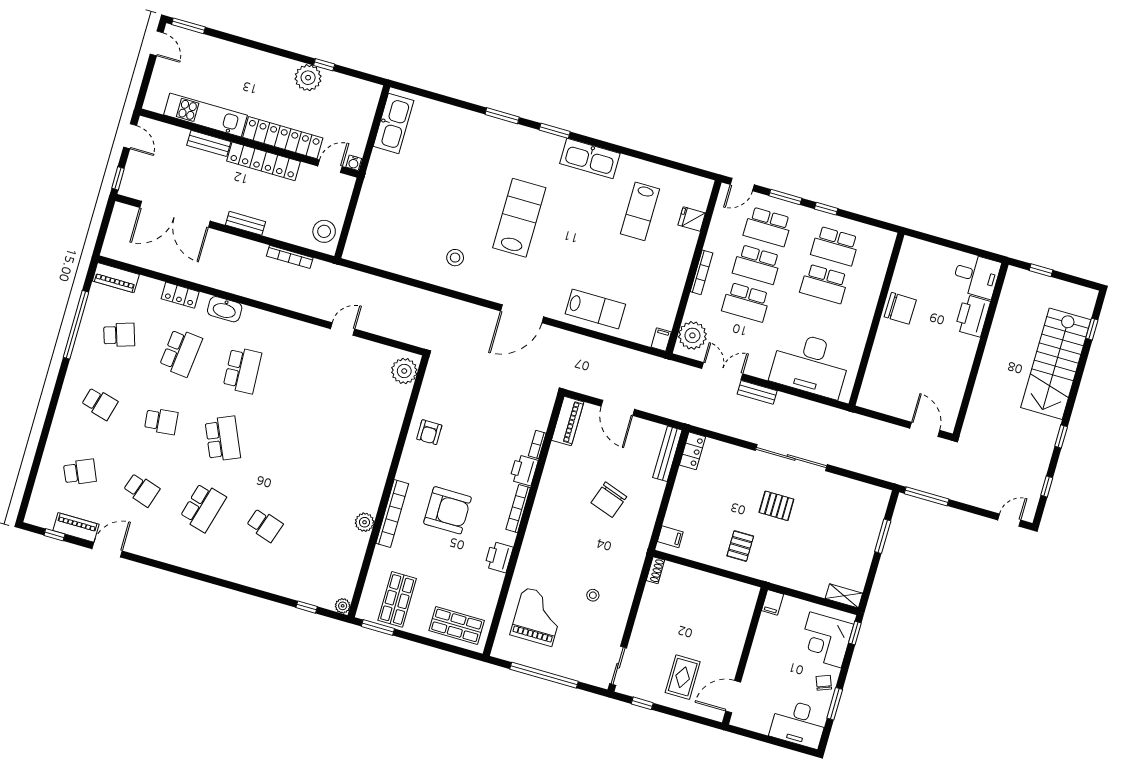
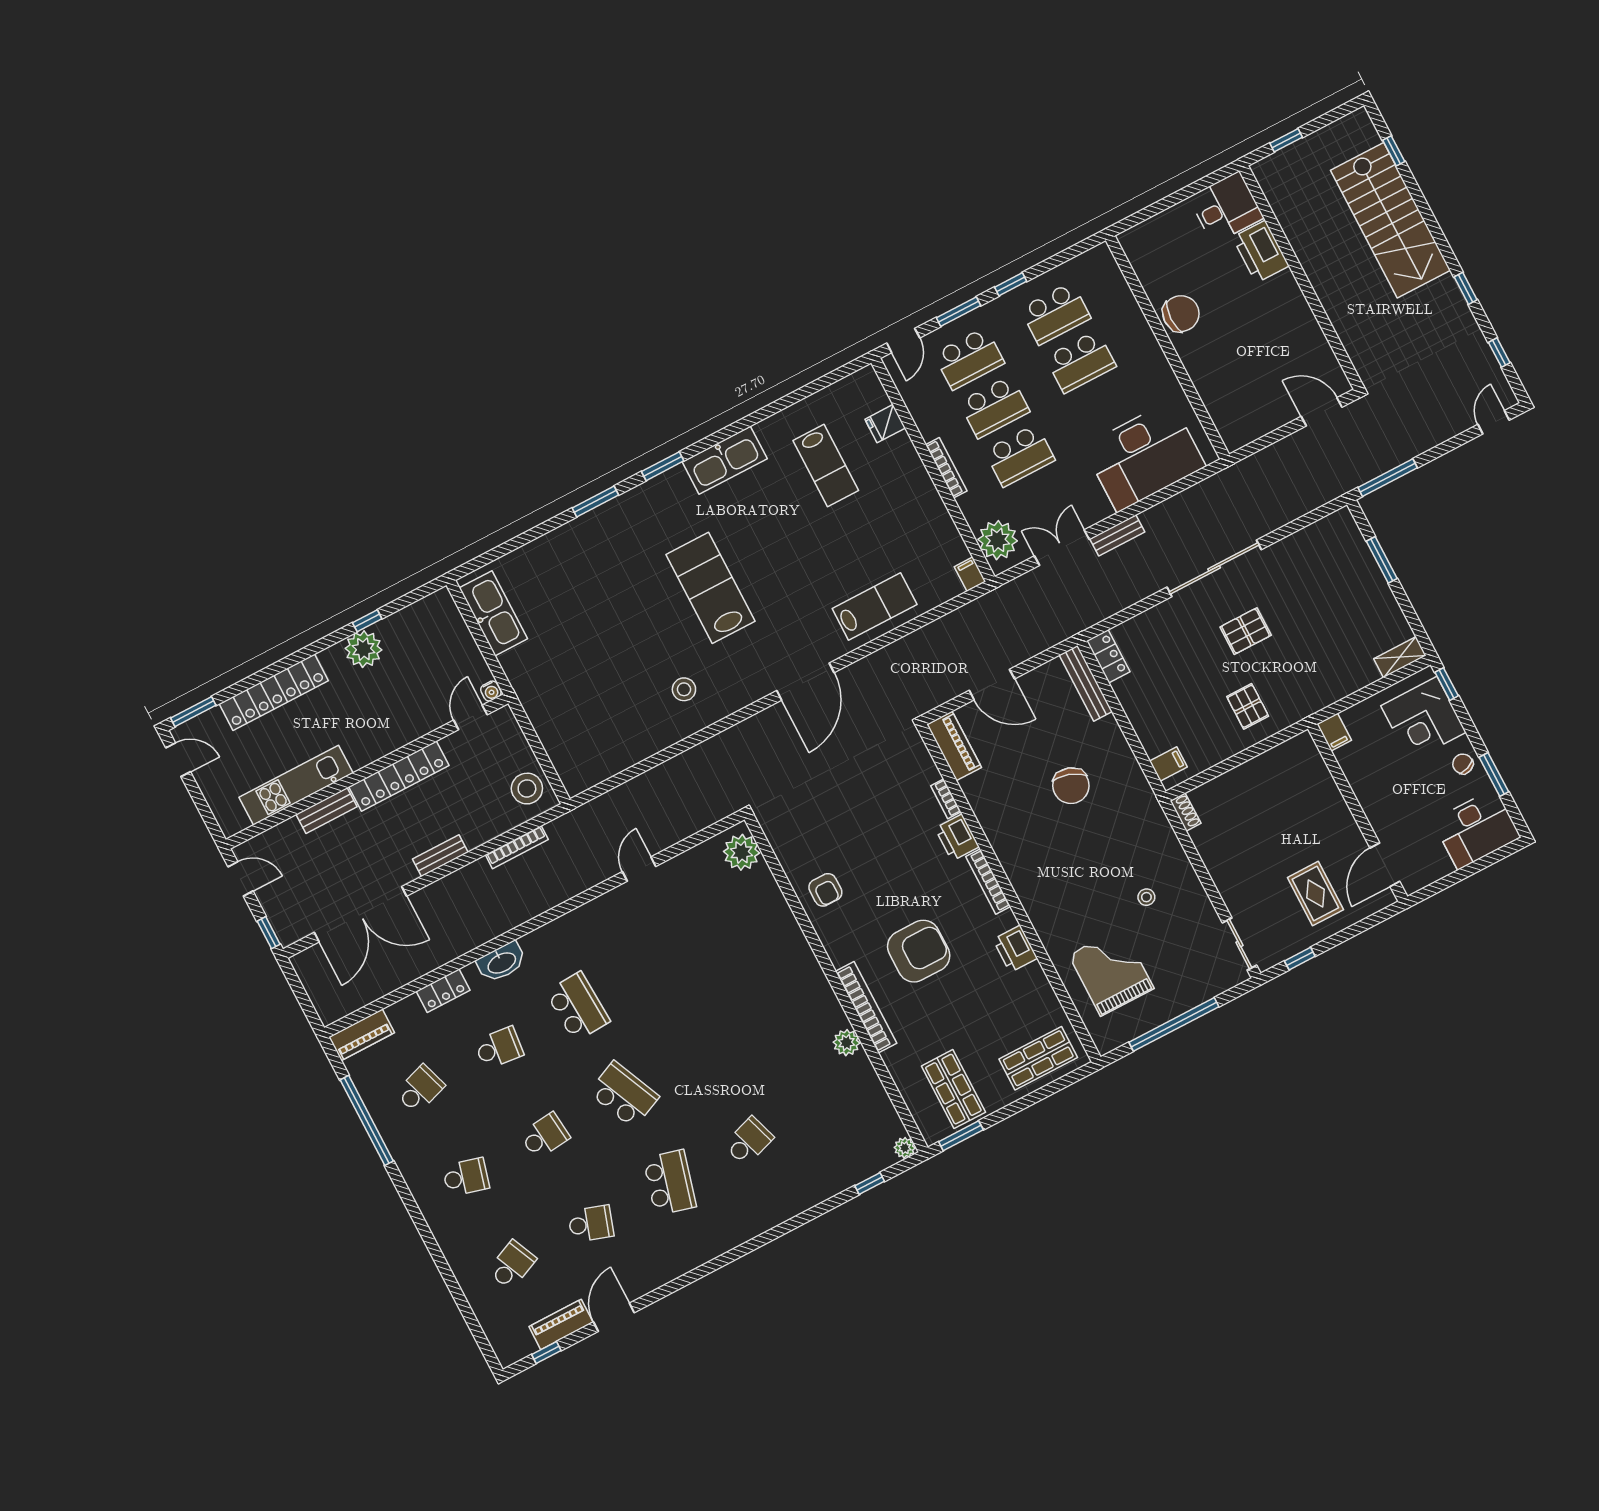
locker: (283, 138) -> (274, 692), moved, turned 180
school desk: (181, 353) -> (499, 1048), width x0.54
school desk: (265, 525) -> (749, 1141), turned -36

